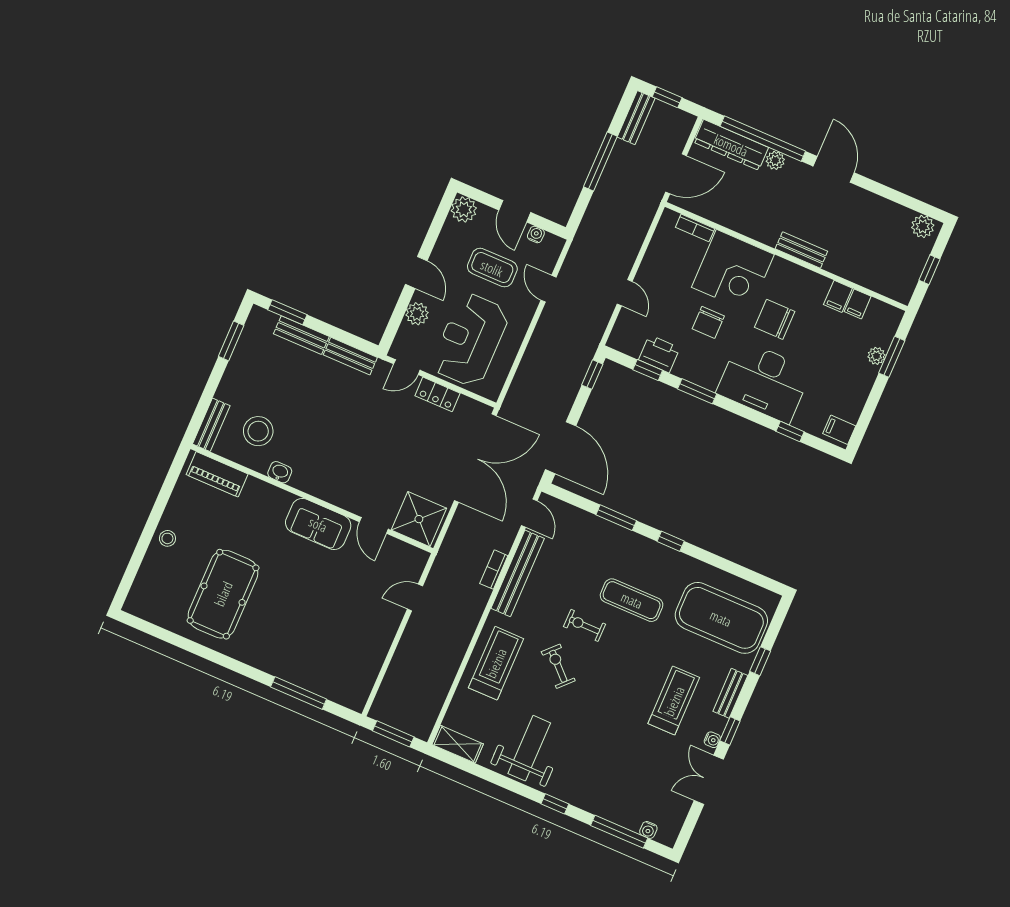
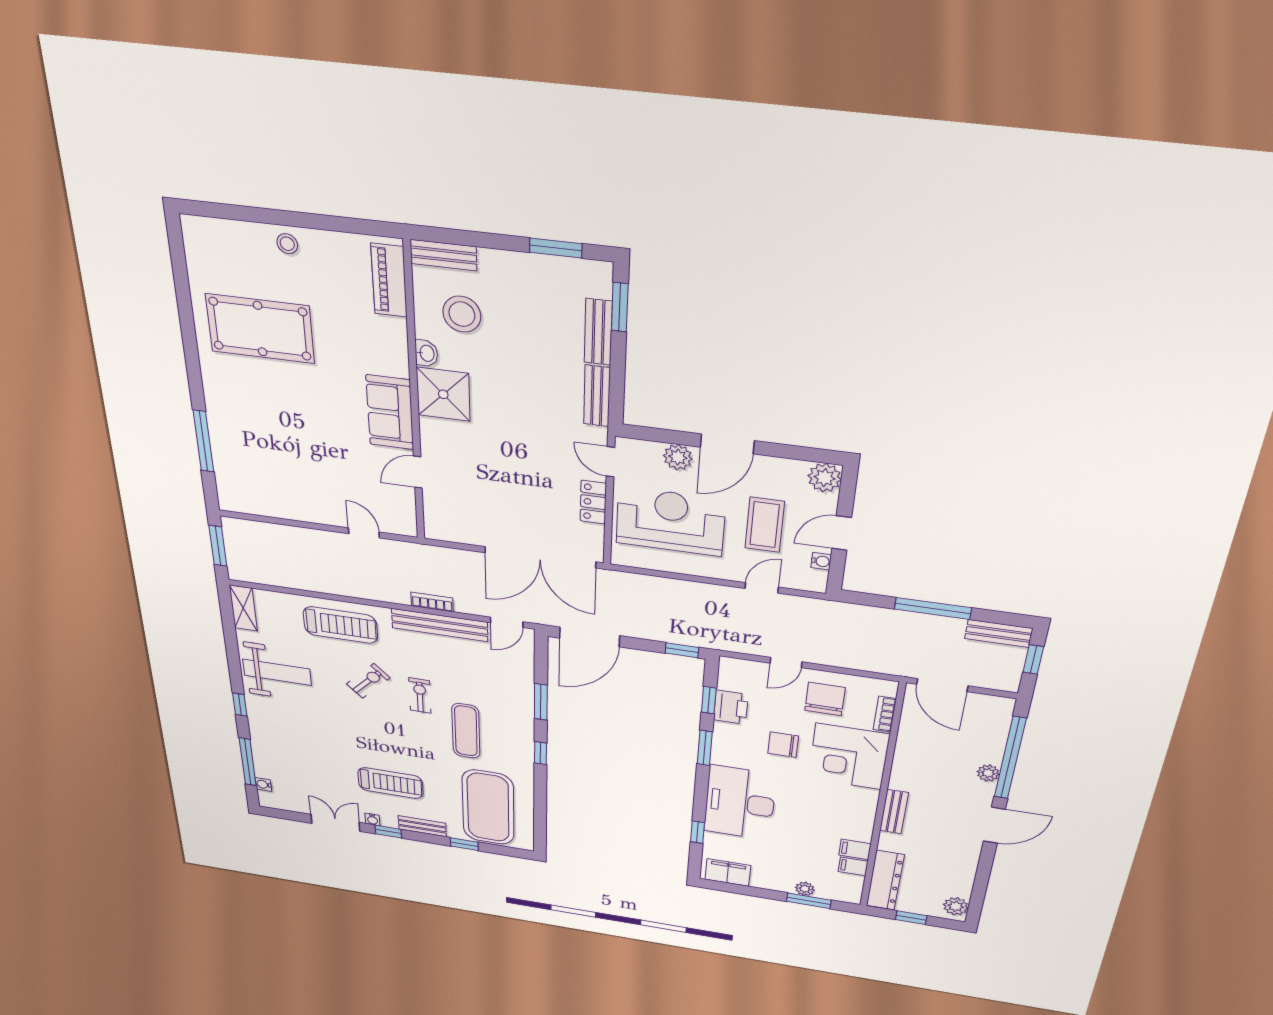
dresser: (731, 145) -> (885, 880), moved, turned 180
door: (416, 273) -> (727, 444), width x1.38
chair: (775, 319) -> (825, 699), moved
filing cabinet: (839, 430) -> (728, 872), width x2.00
shower: (419, 519) -> (443, 394), moved

